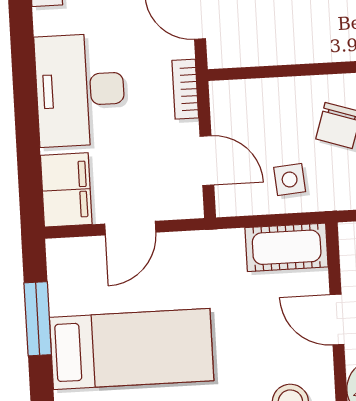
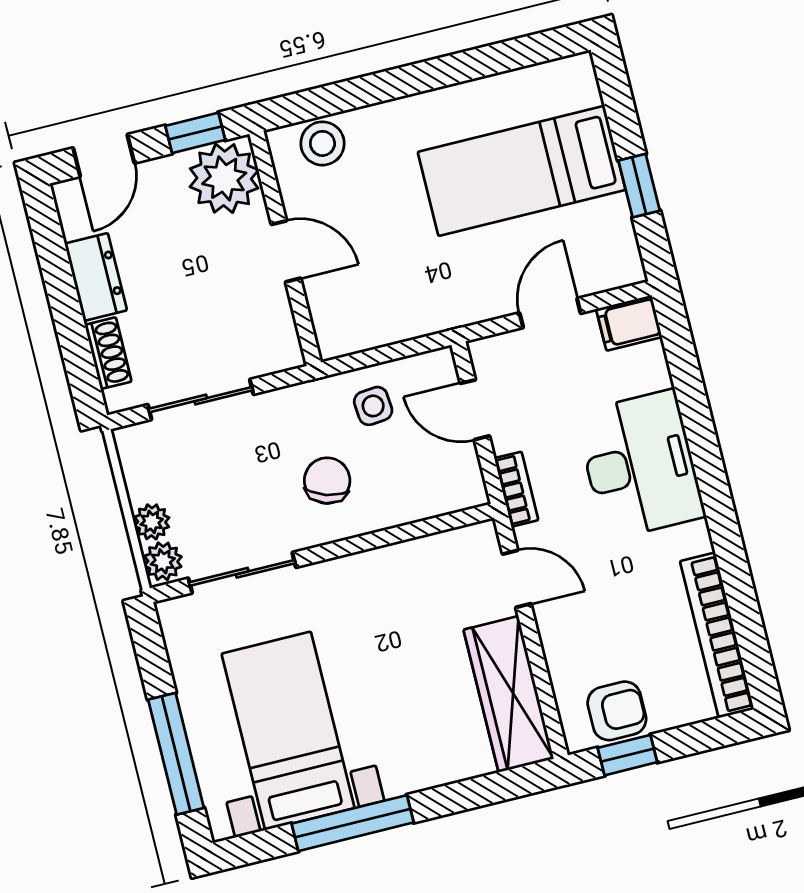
filing cabinet: (66, 190) -> (629, 323), width x0.50
cot: (287, 247) -> (362, 325), removed
window: (38, 319) -> (639, 186), width x0.67

